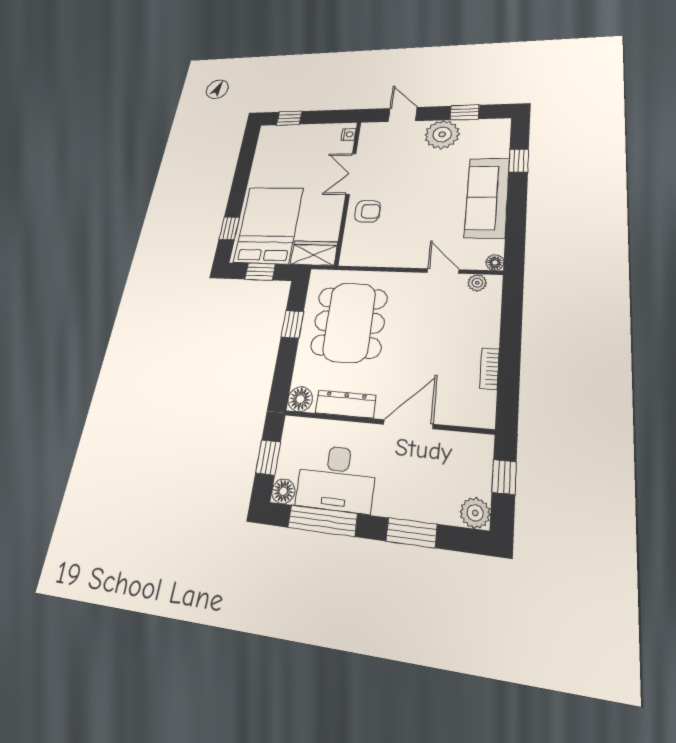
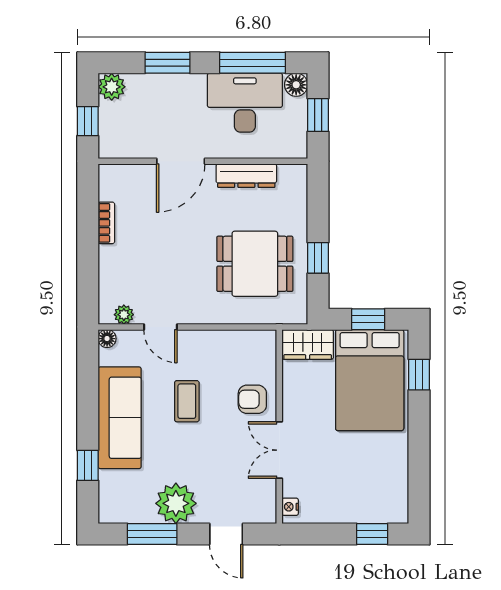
window: (465, 112) -> (152, 534), width x1.50
double door: (351, 174) -> (279, 450), swing flipped
coffee table: (425, 210) -> (187, 401), added
dining table: (349, 322) -> (255, 264), width x0.73
floor lamp: (300, 399) -> (295, 177), removed

